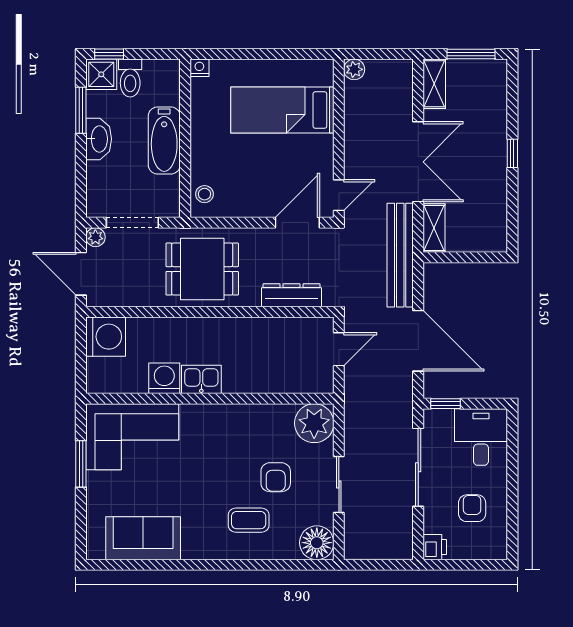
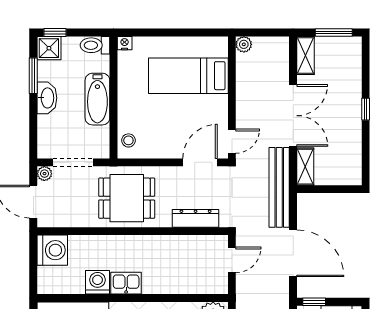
toilet: (130, 78) -> (95, 45), moved, turned 90

